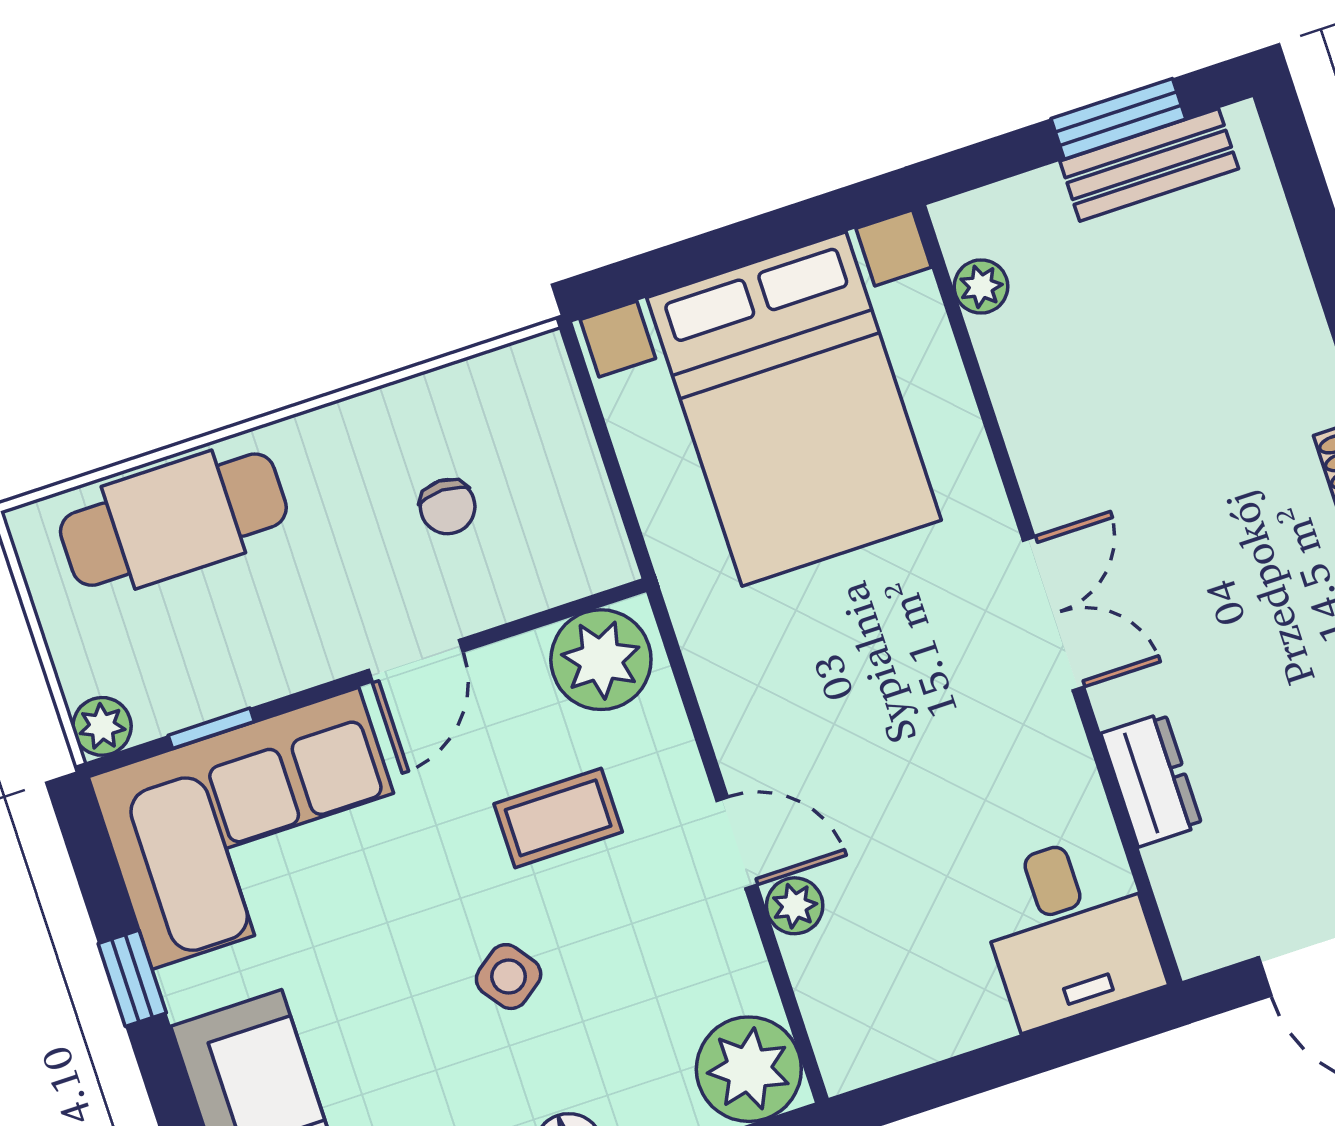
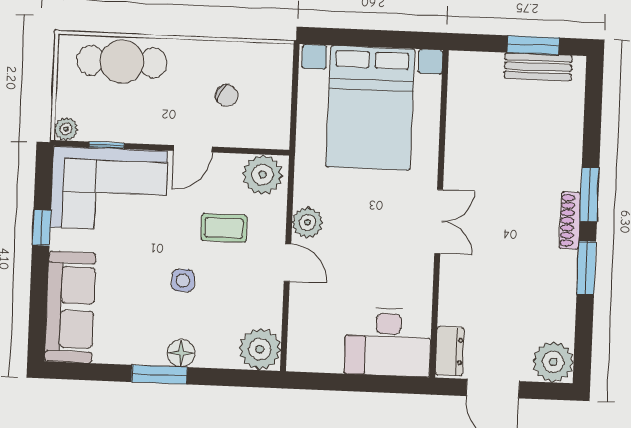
plant: (981, 287) -> (458, 89), removed
chair: (448, 507) -> (227, 96), turned -58
dresser: (1152, 780) -> (450, 351), moved
plant: (795, 906) -> (307, 222), moved, width x1.38, depth x1.38
desk: (1069, 930) -> (388, 342), width x1.37
side table: (509, 977) -> (183, 280), turned 36

